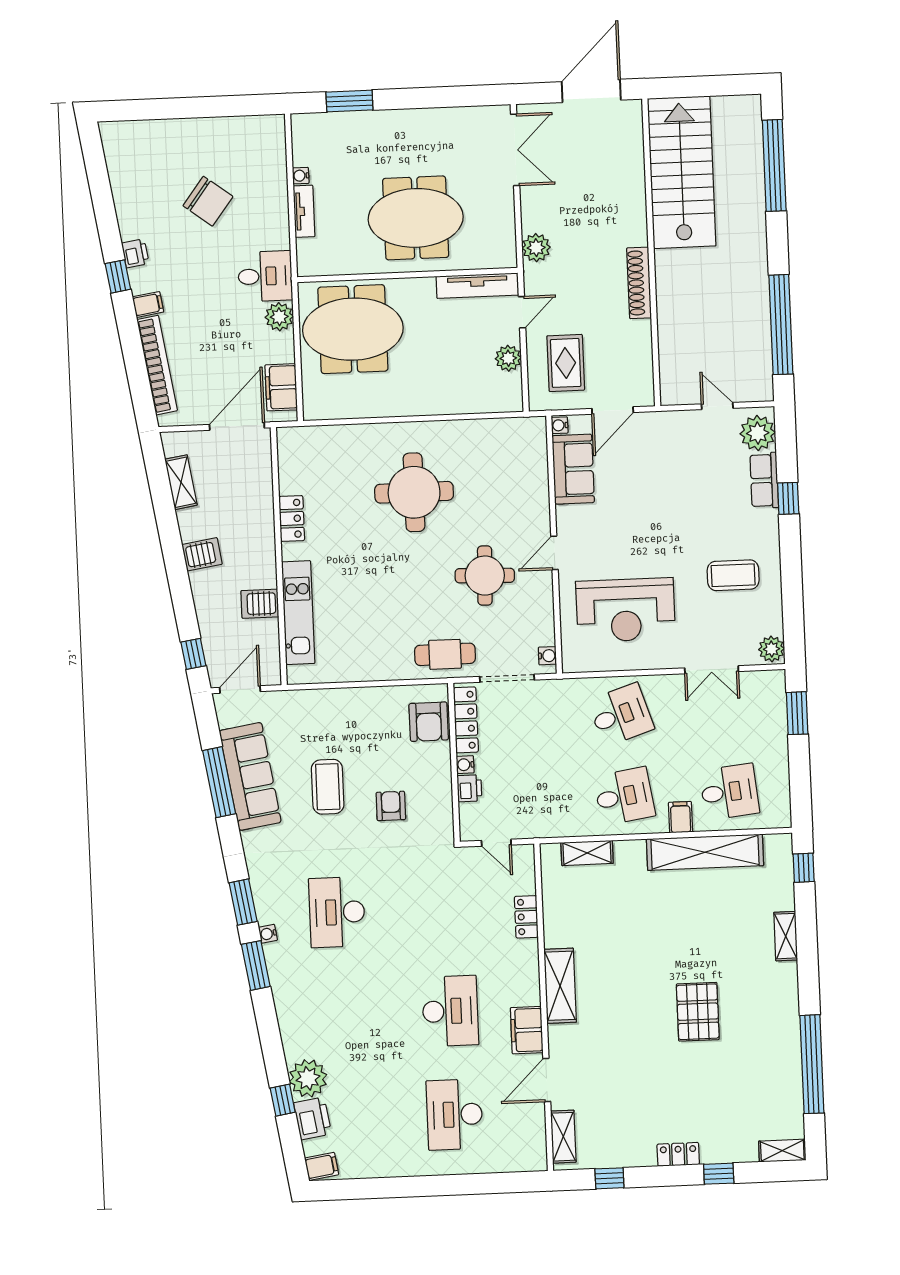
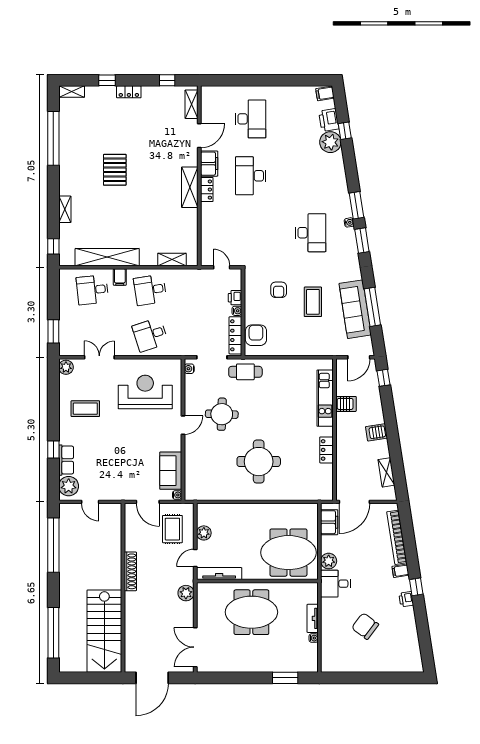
door: (613, 410) -> (148, 502), swing flipped
locker: (526, 917) -> (207, 190), moved

